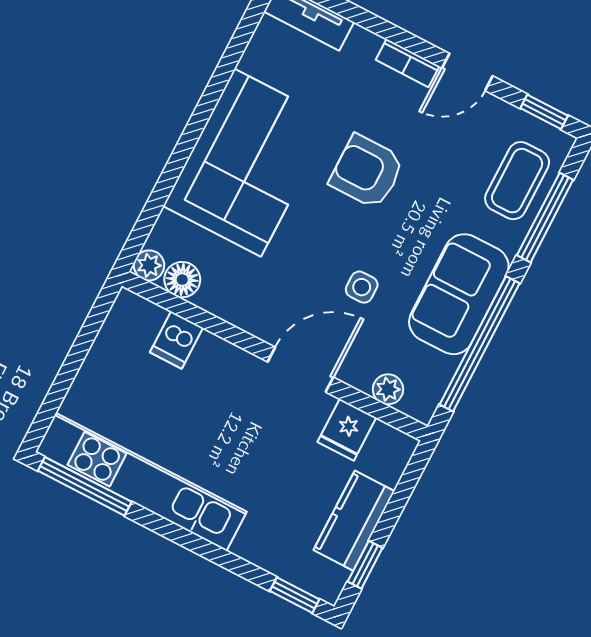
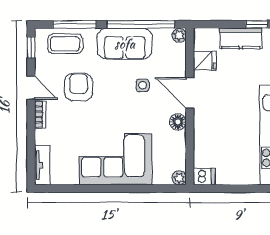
armchair: (367, 172) -> (79, 87), moved, turned 180
floor lamp: (182, 280) -> (178, 122), moved
dishwasher: (176, 340) -> (204, 176), moved
plant: (388, 389) -> (179, 35), moved

